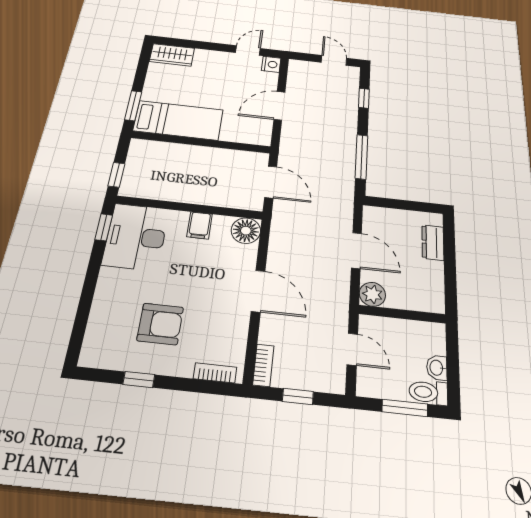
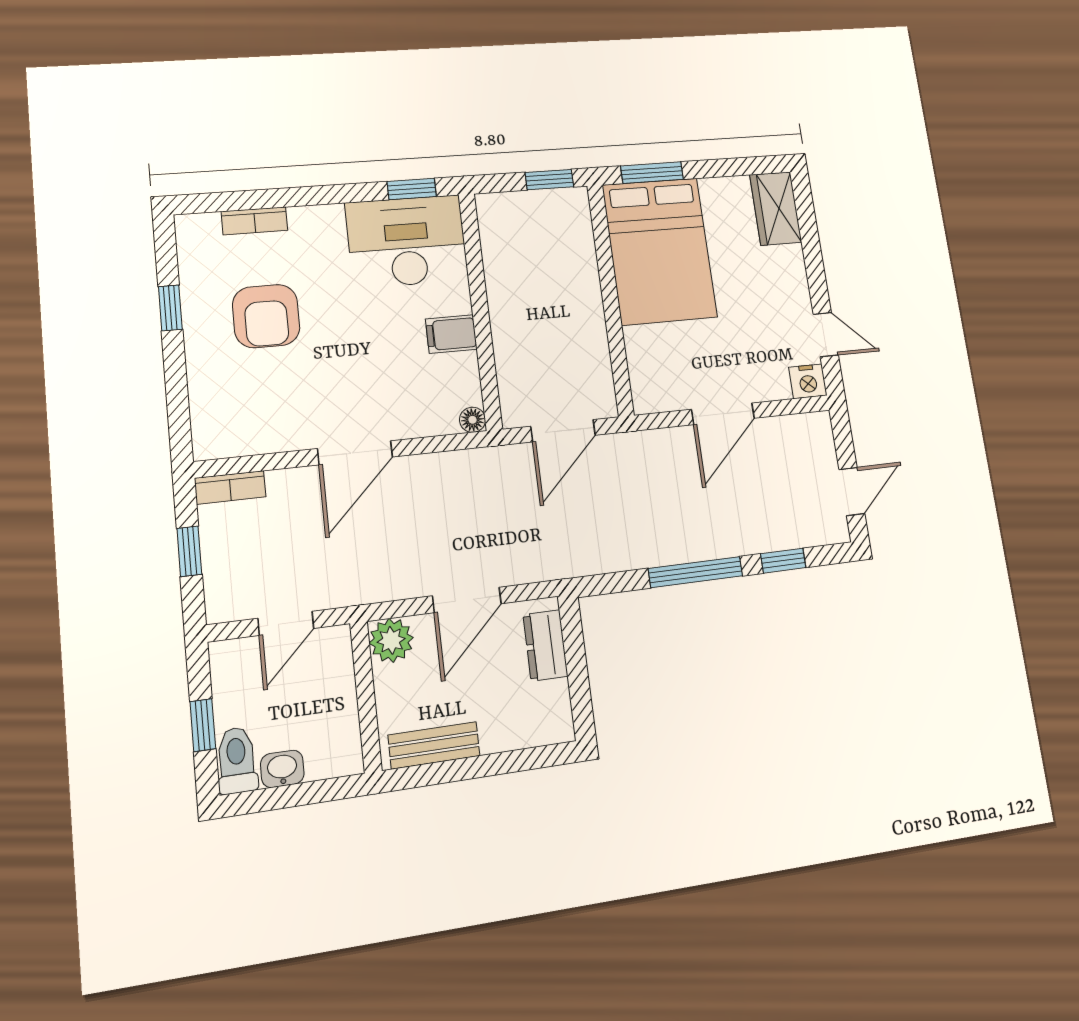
door: (279, 106) -> (723, 414), swing flipped
bed: (178, 120) -> (660, 251), width x1.50
window: (361, 157) -> (696, 572), moved
window: (116, 175) -> (549, 180), moved
floor lamp: (246, 231) -> (473, 420), width x0.53, depth x0.53
dresser: (433, 243) -> (545, 645), moved, turned -90
bench: (435, 284) -> (434, 745), added
bookcase: (215, 373) -> (254, 221), moved, turned 90
window: (405, 408) -> (203, 725), width x0.67

